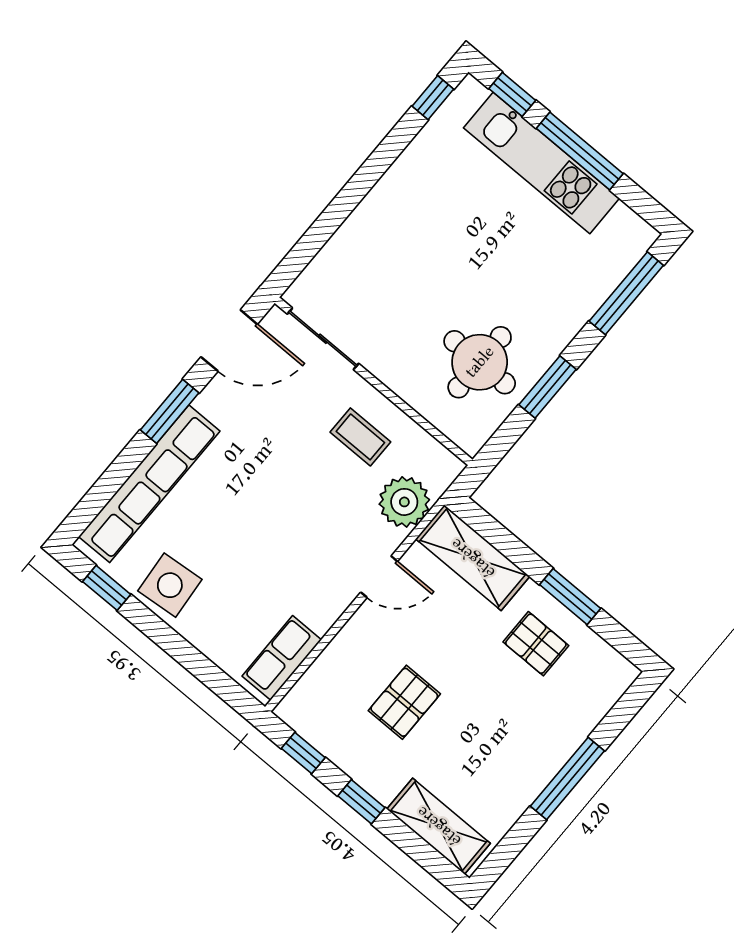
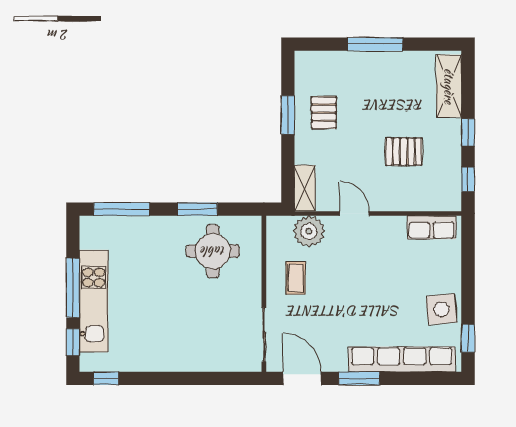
shelving: (473, 558) -> (305, 188), width x0.67, depth x0.75

